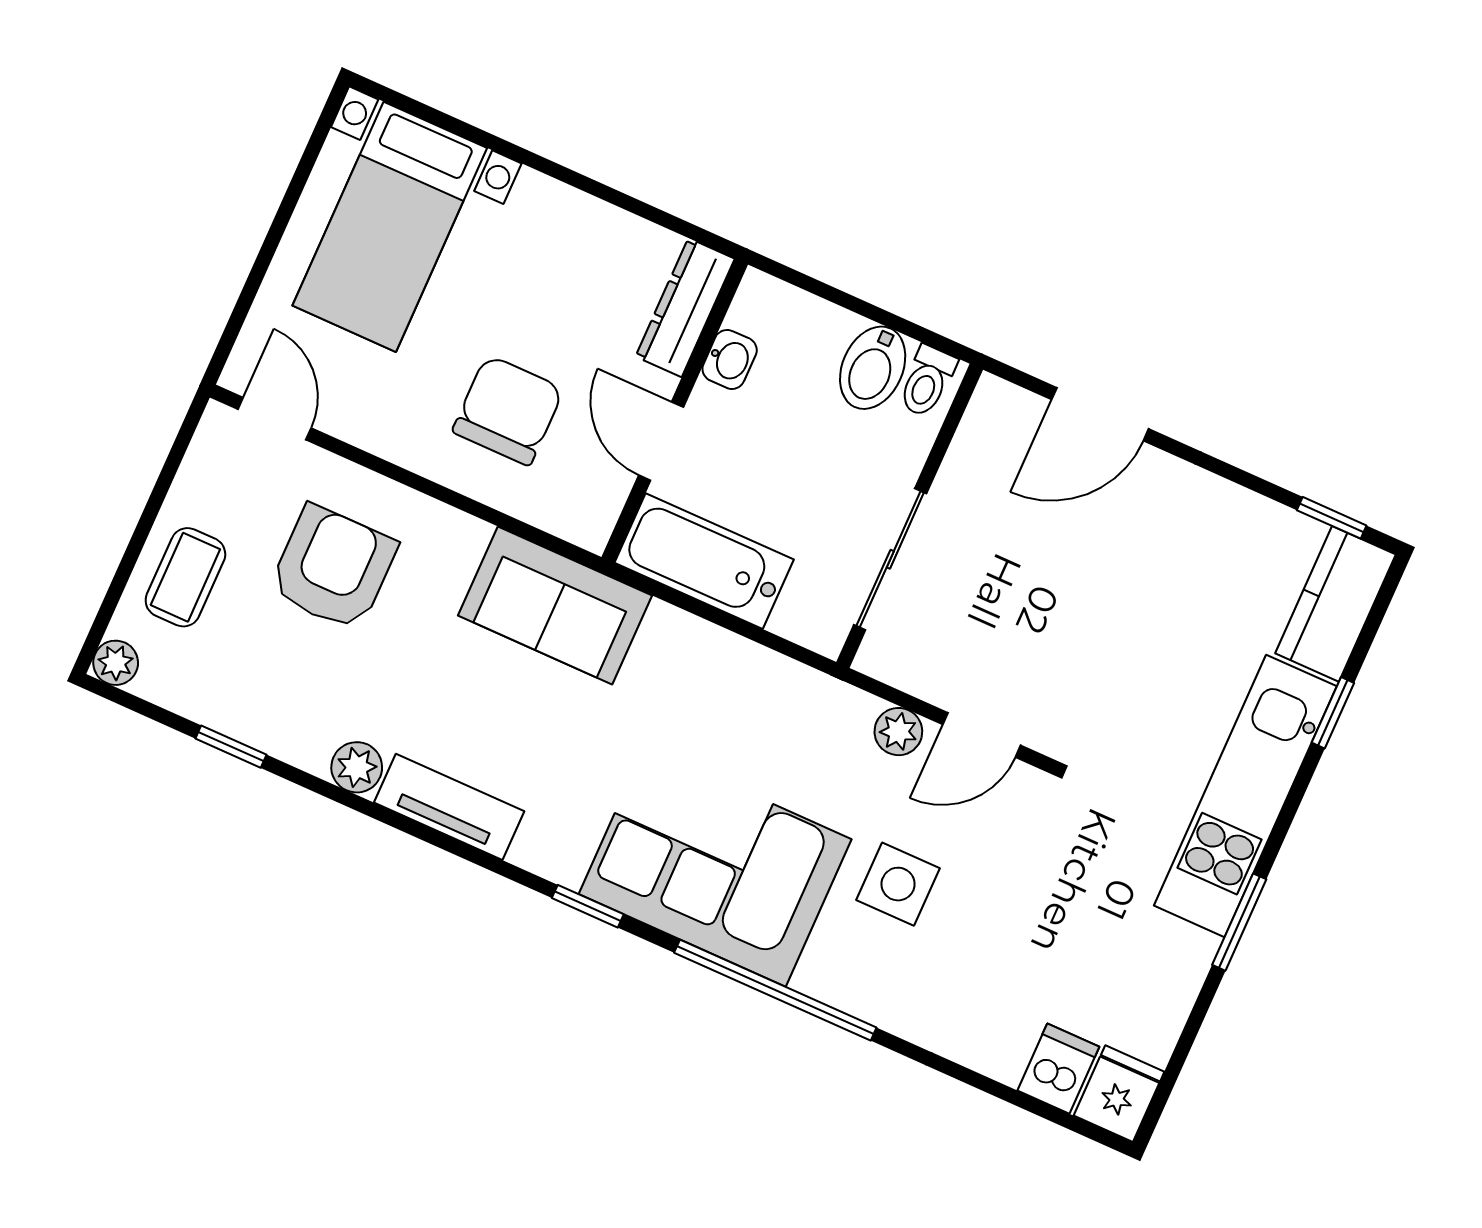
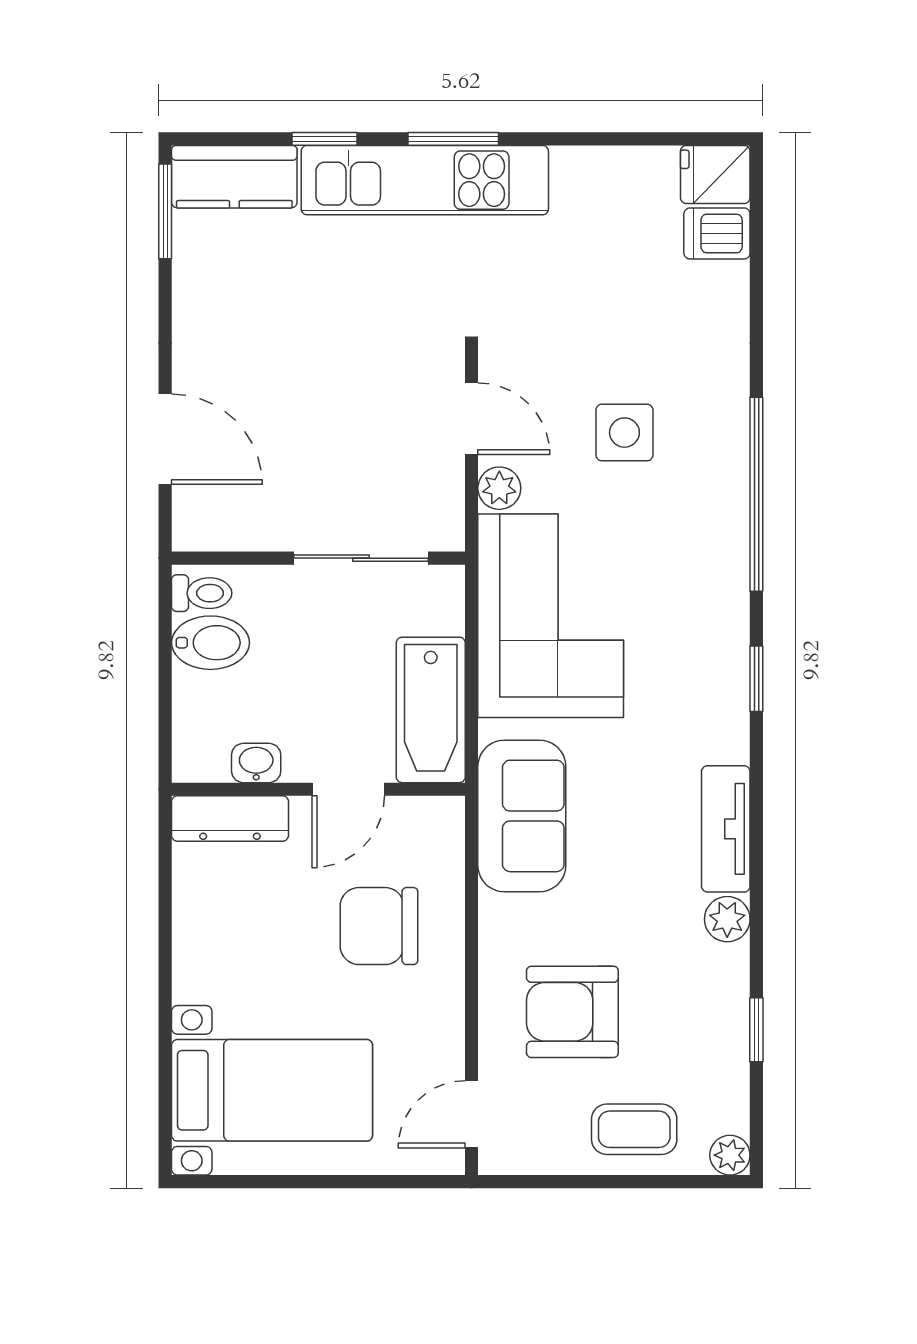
window: (1332, 518) -> (165, 211), width x1.50
corner sofa: (715, 867) -> (551, 616), moved, turned 180
window: (1239, 922) -> (453, 139), moved

